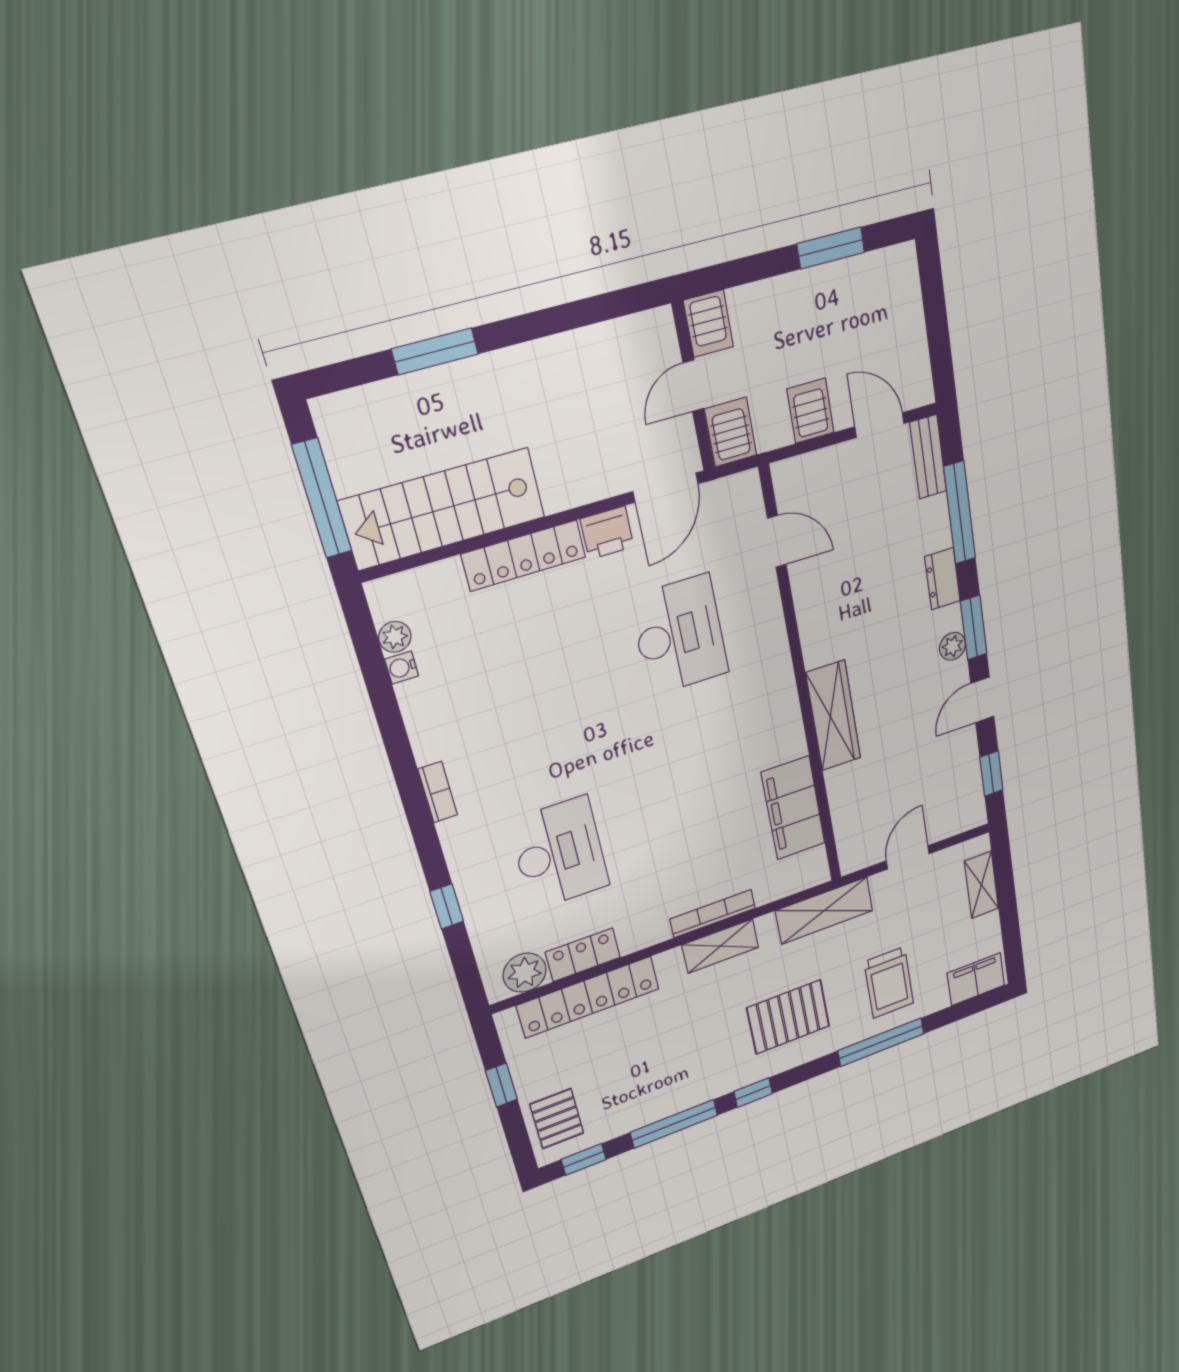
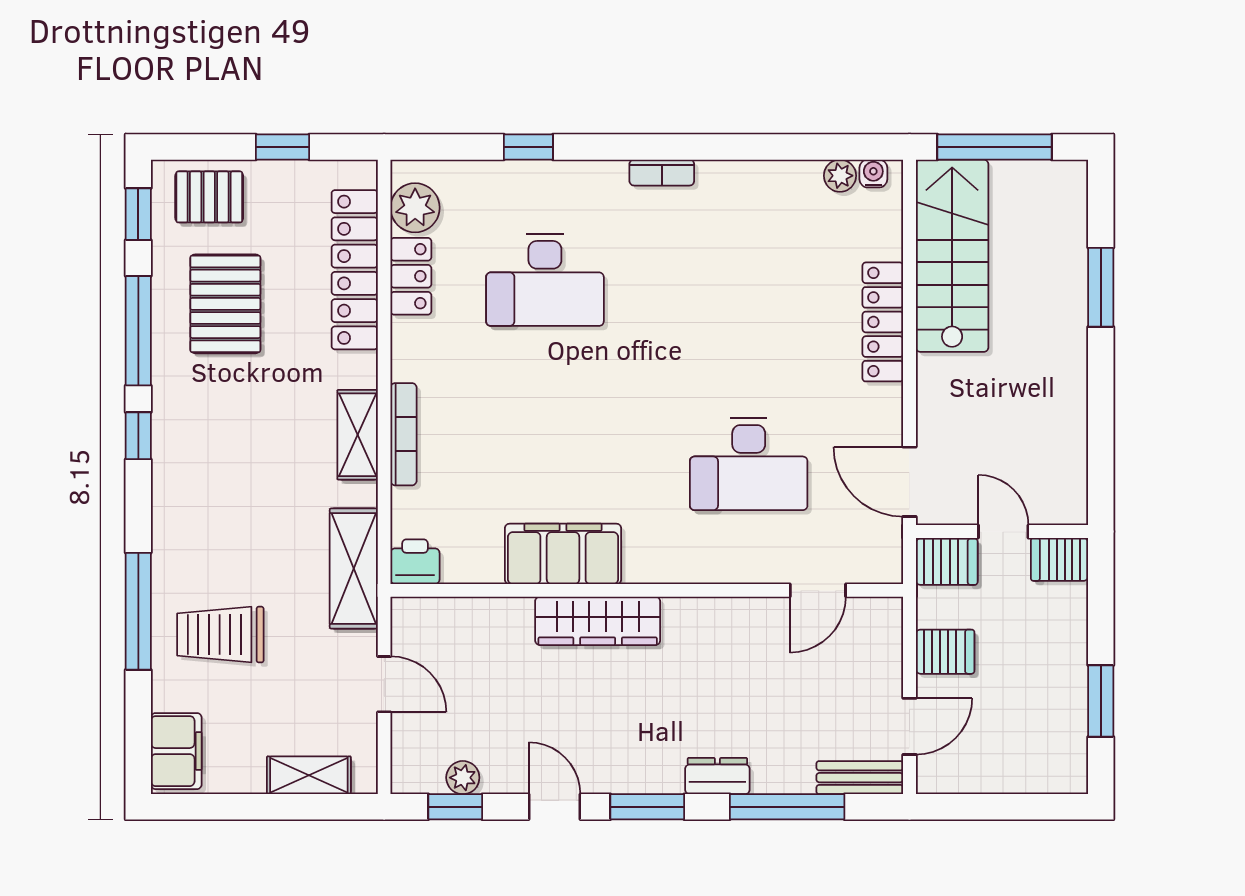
printer: (607, 533) -> (415, 562), moved, turned 90
plant: (952, 646) -> (463, 778), moved
water cooler: (402, 668) -> (873, 174), moved
filing cabinet: (793, 808) -> (563, 554), moved
pallet: (788, 1017) -> (225, 304), moved

